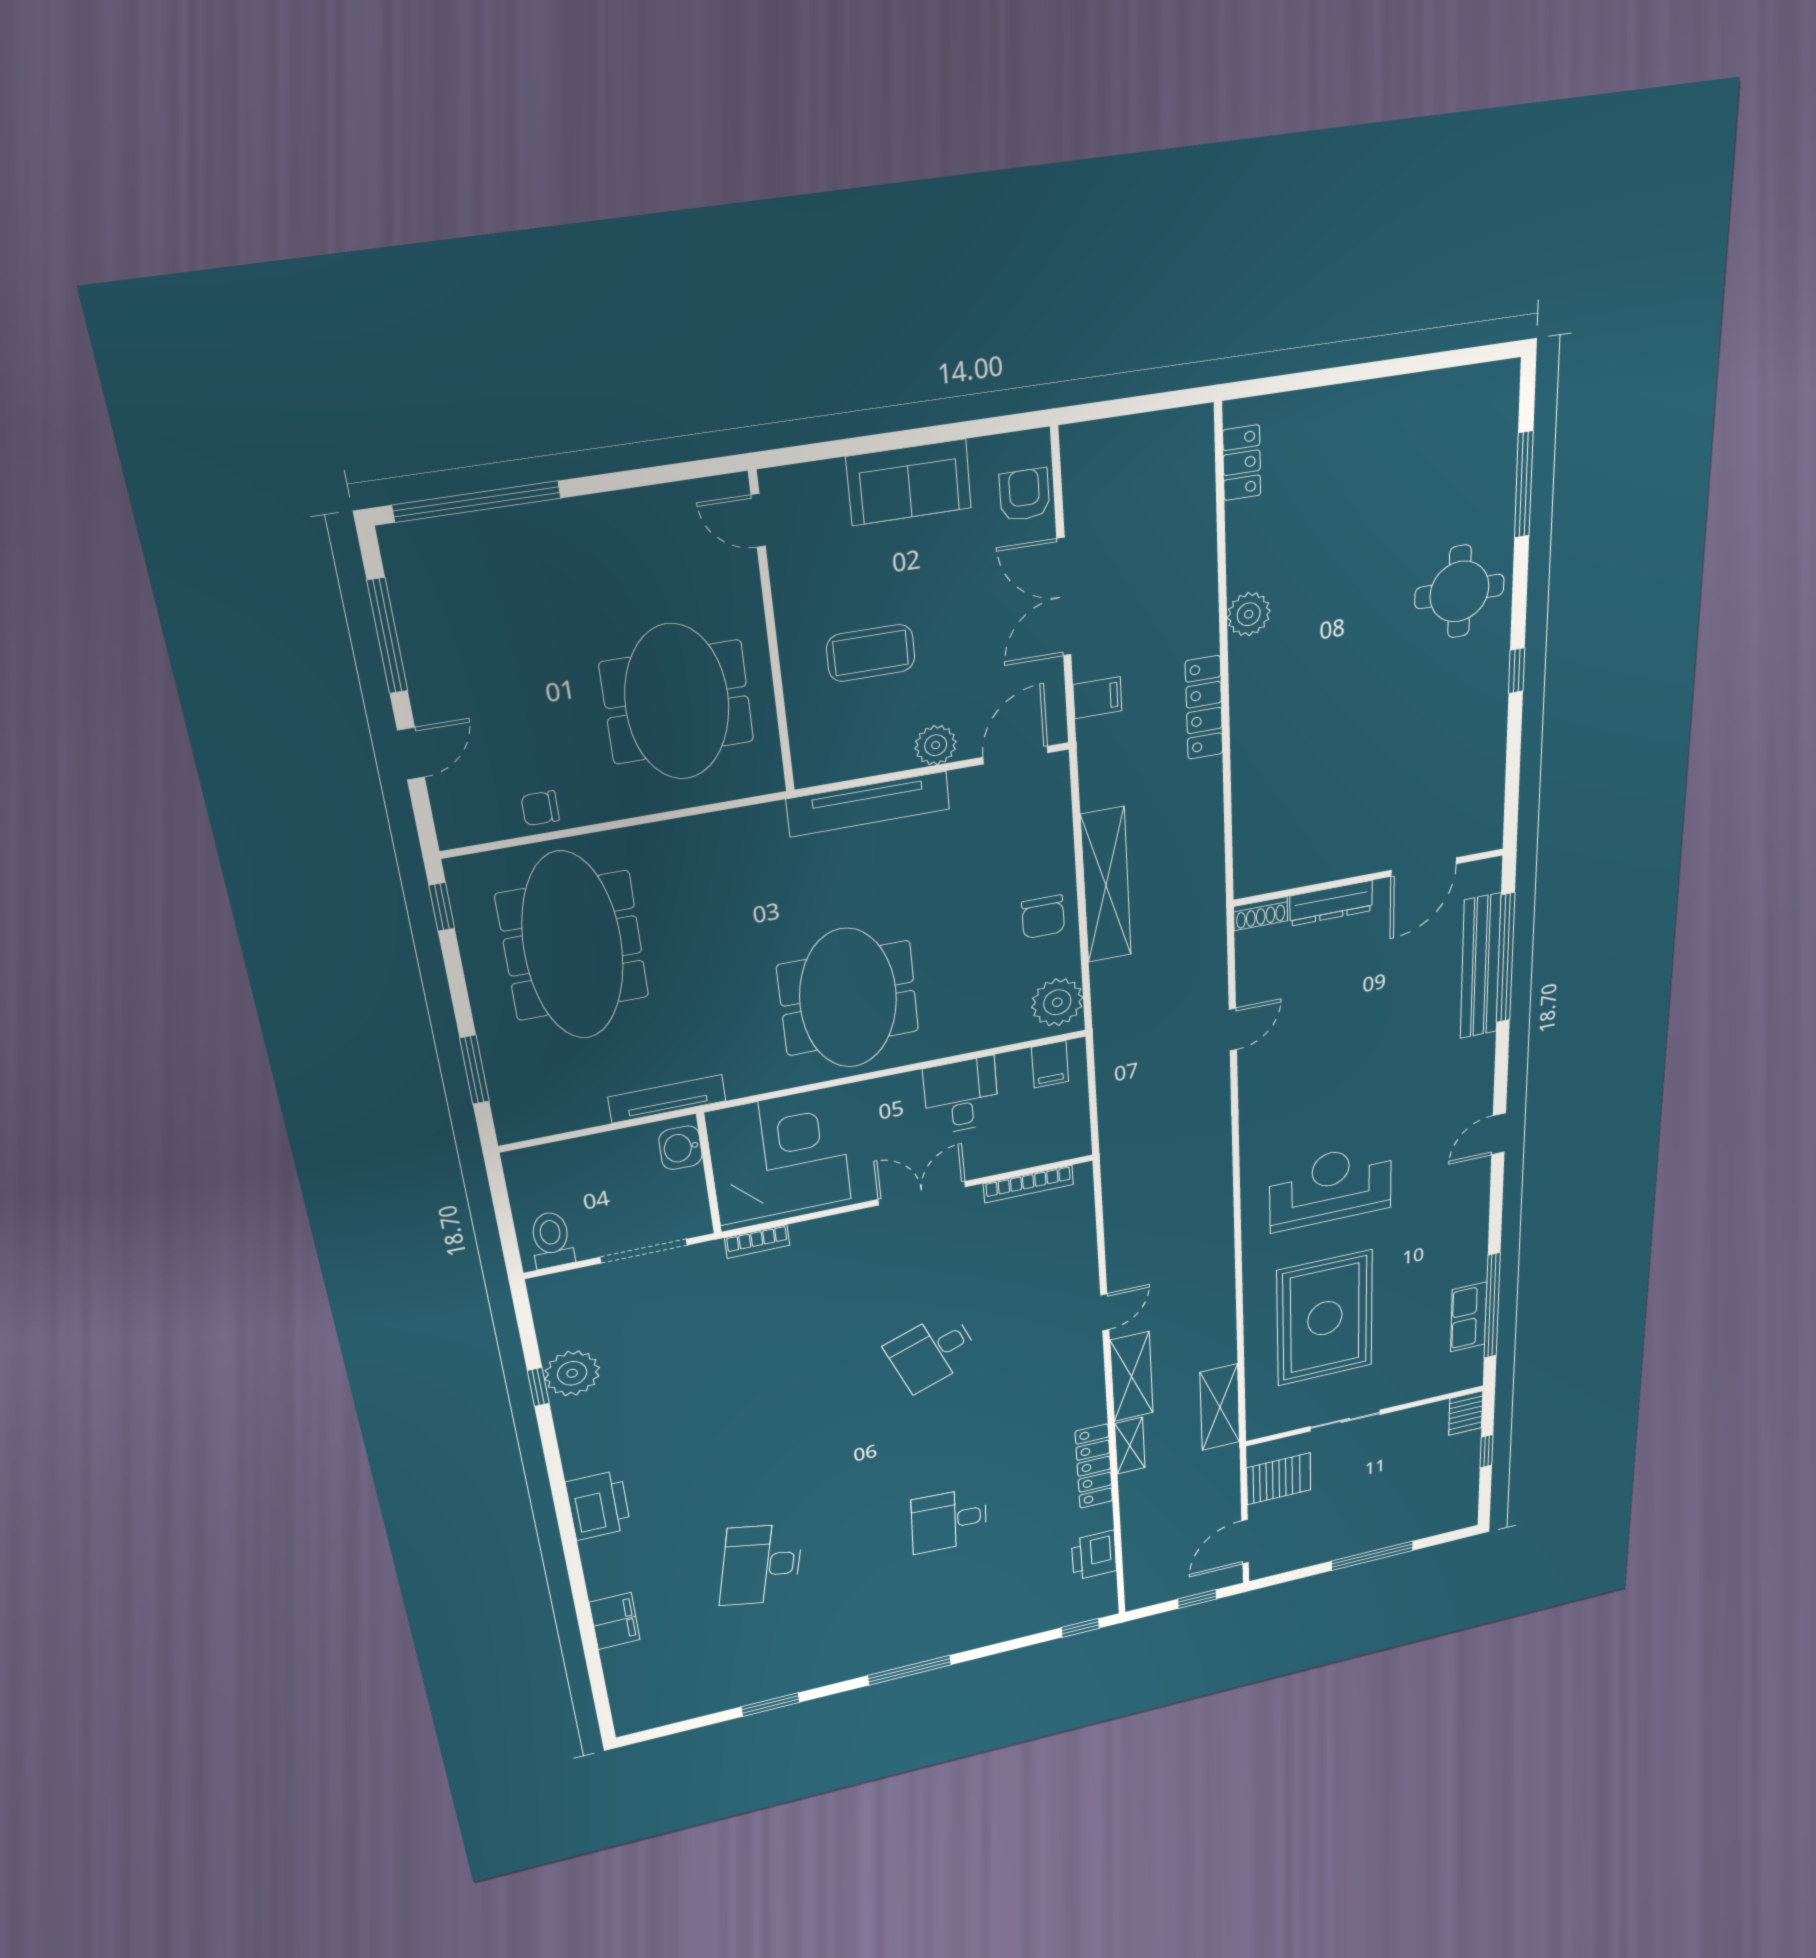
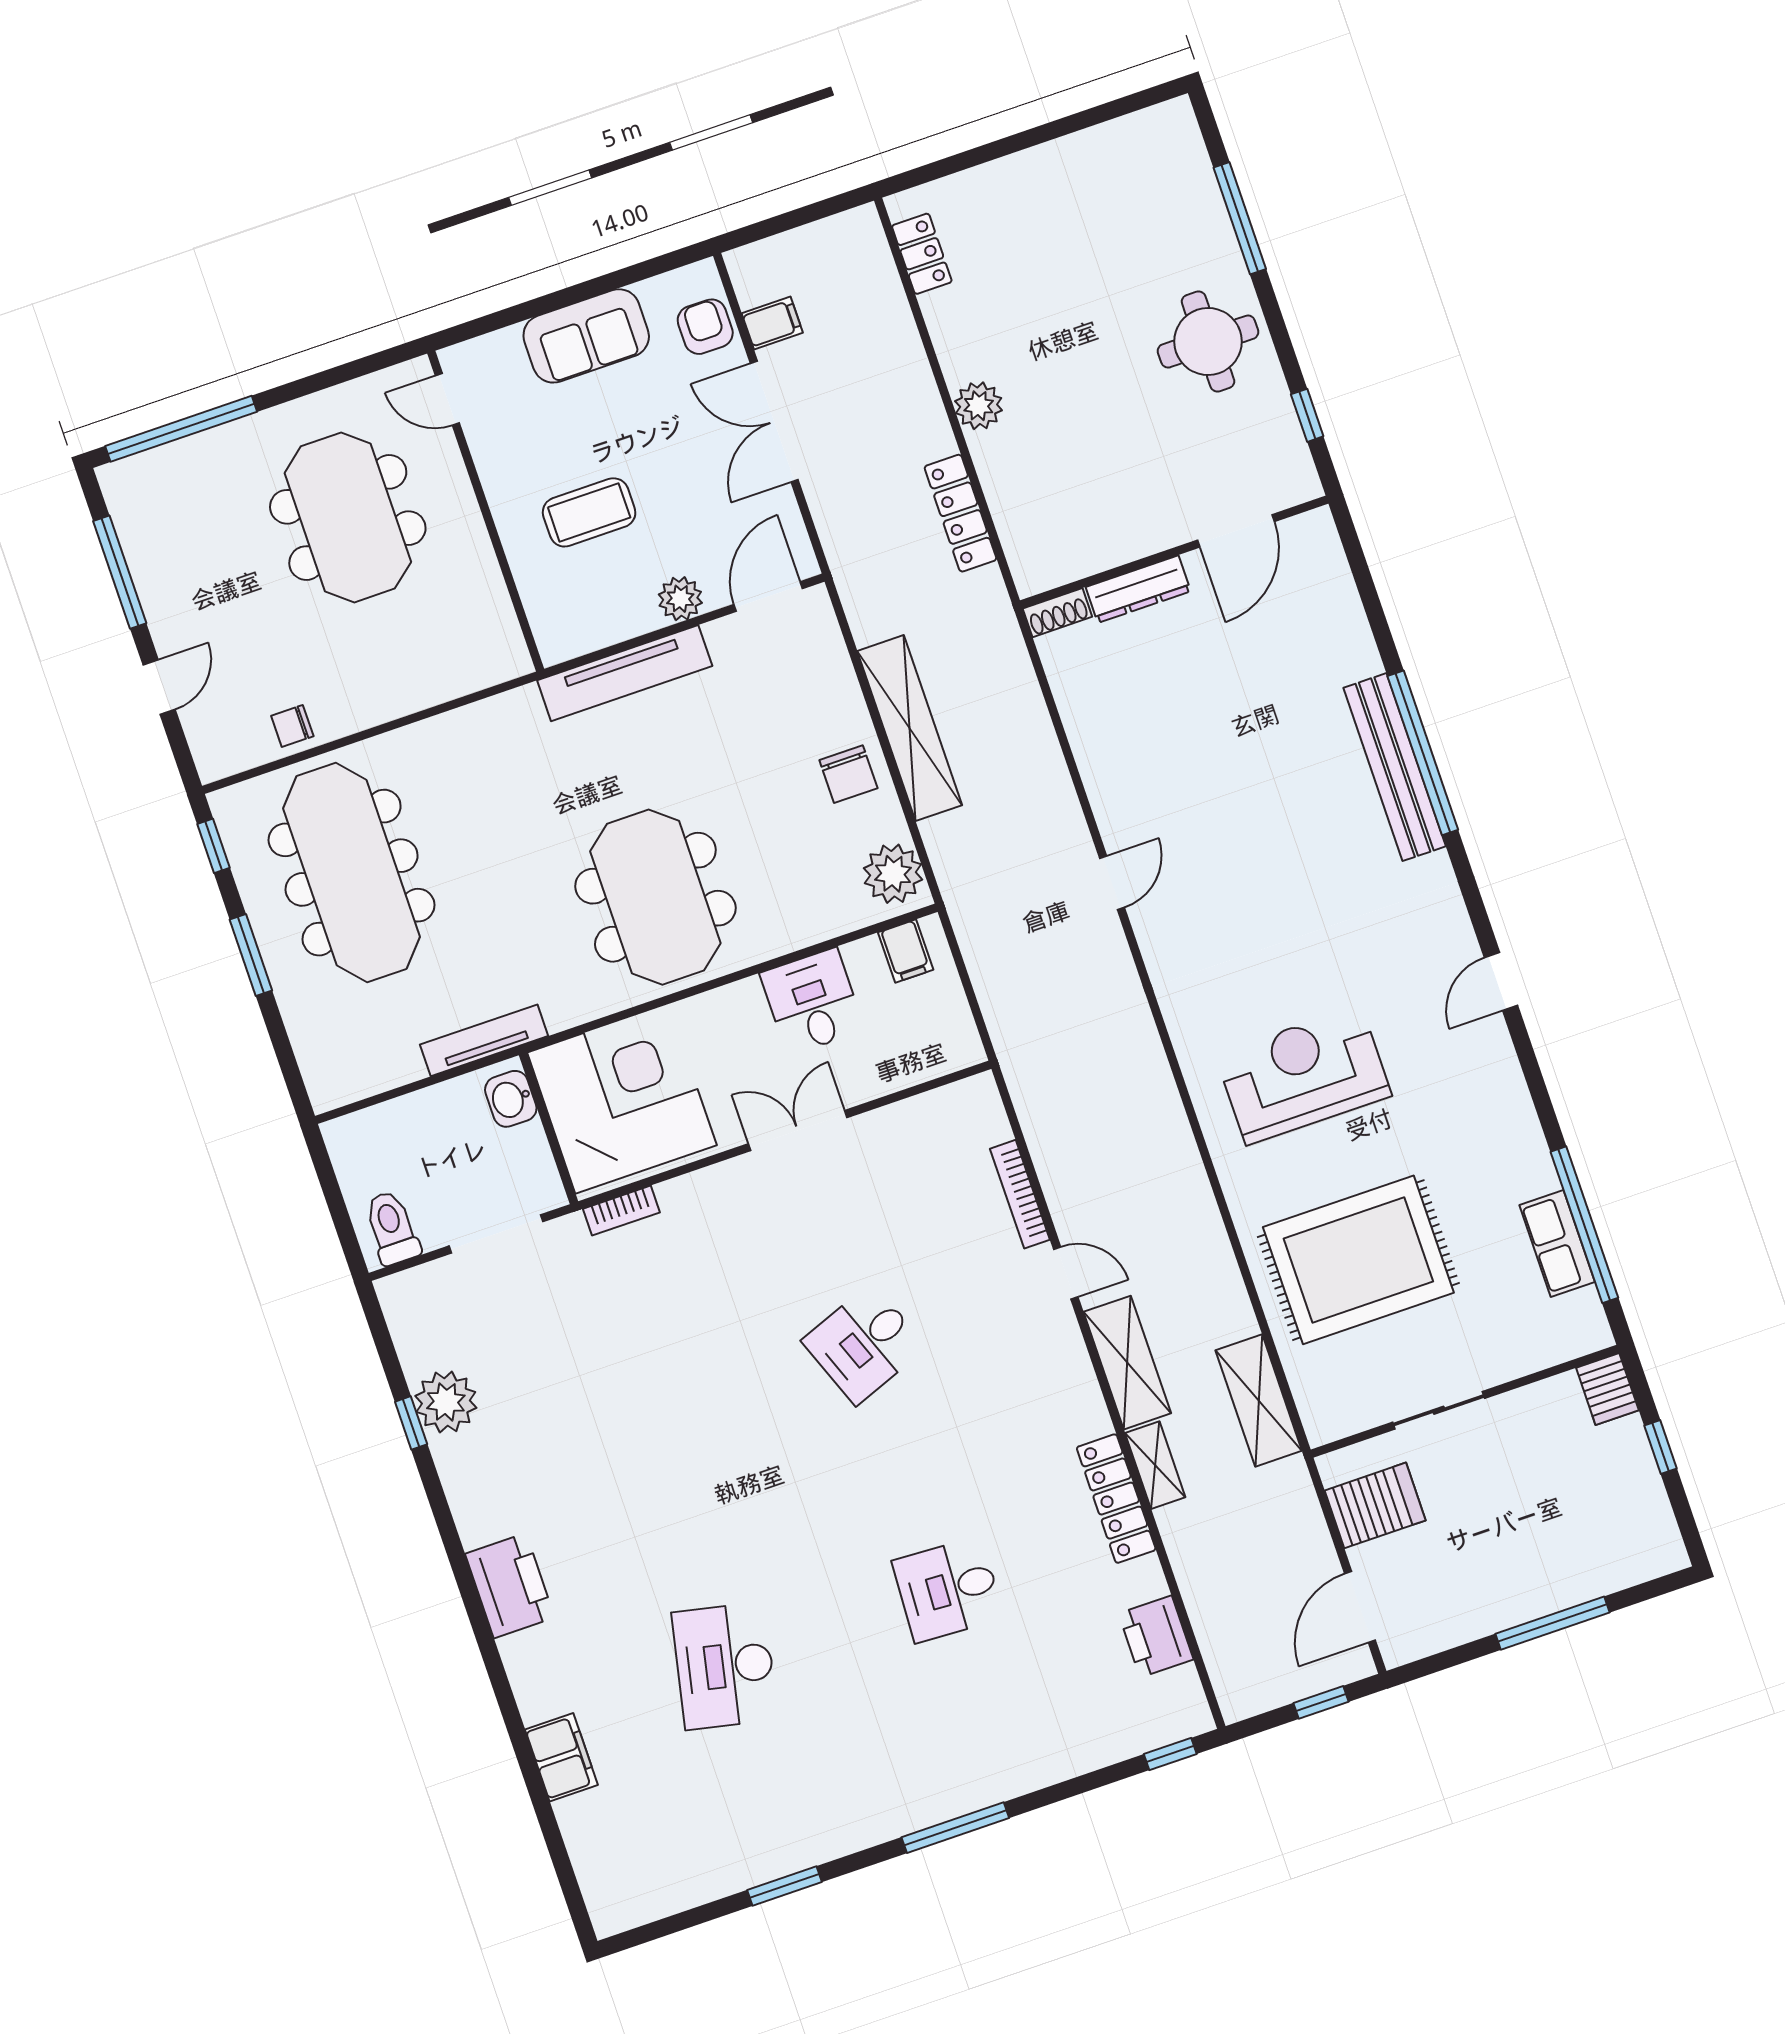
filing cabinet: (1097, 698) -> (772, 323), moved
meeting table: (677, 702) -> (348, 517), moved
door: (1424, 867) -> (1236, 531), moved
wall: (1370, 877) -> (1174, 552), moved
dresser: (1331, 903) -> (1138, 589), moved
shoe rack: (1261, 914) -> (1057, 613), moved
window: (474, 1070) -> (251, 955), moved
bookcase: (1028, 1184) -> (1020, 1194), moved, turned 90
door: (1105, 1312) -> (1066, 1273), hinge flipped
rug: (1325, 1318) -> (1358, 1260), turned 90

